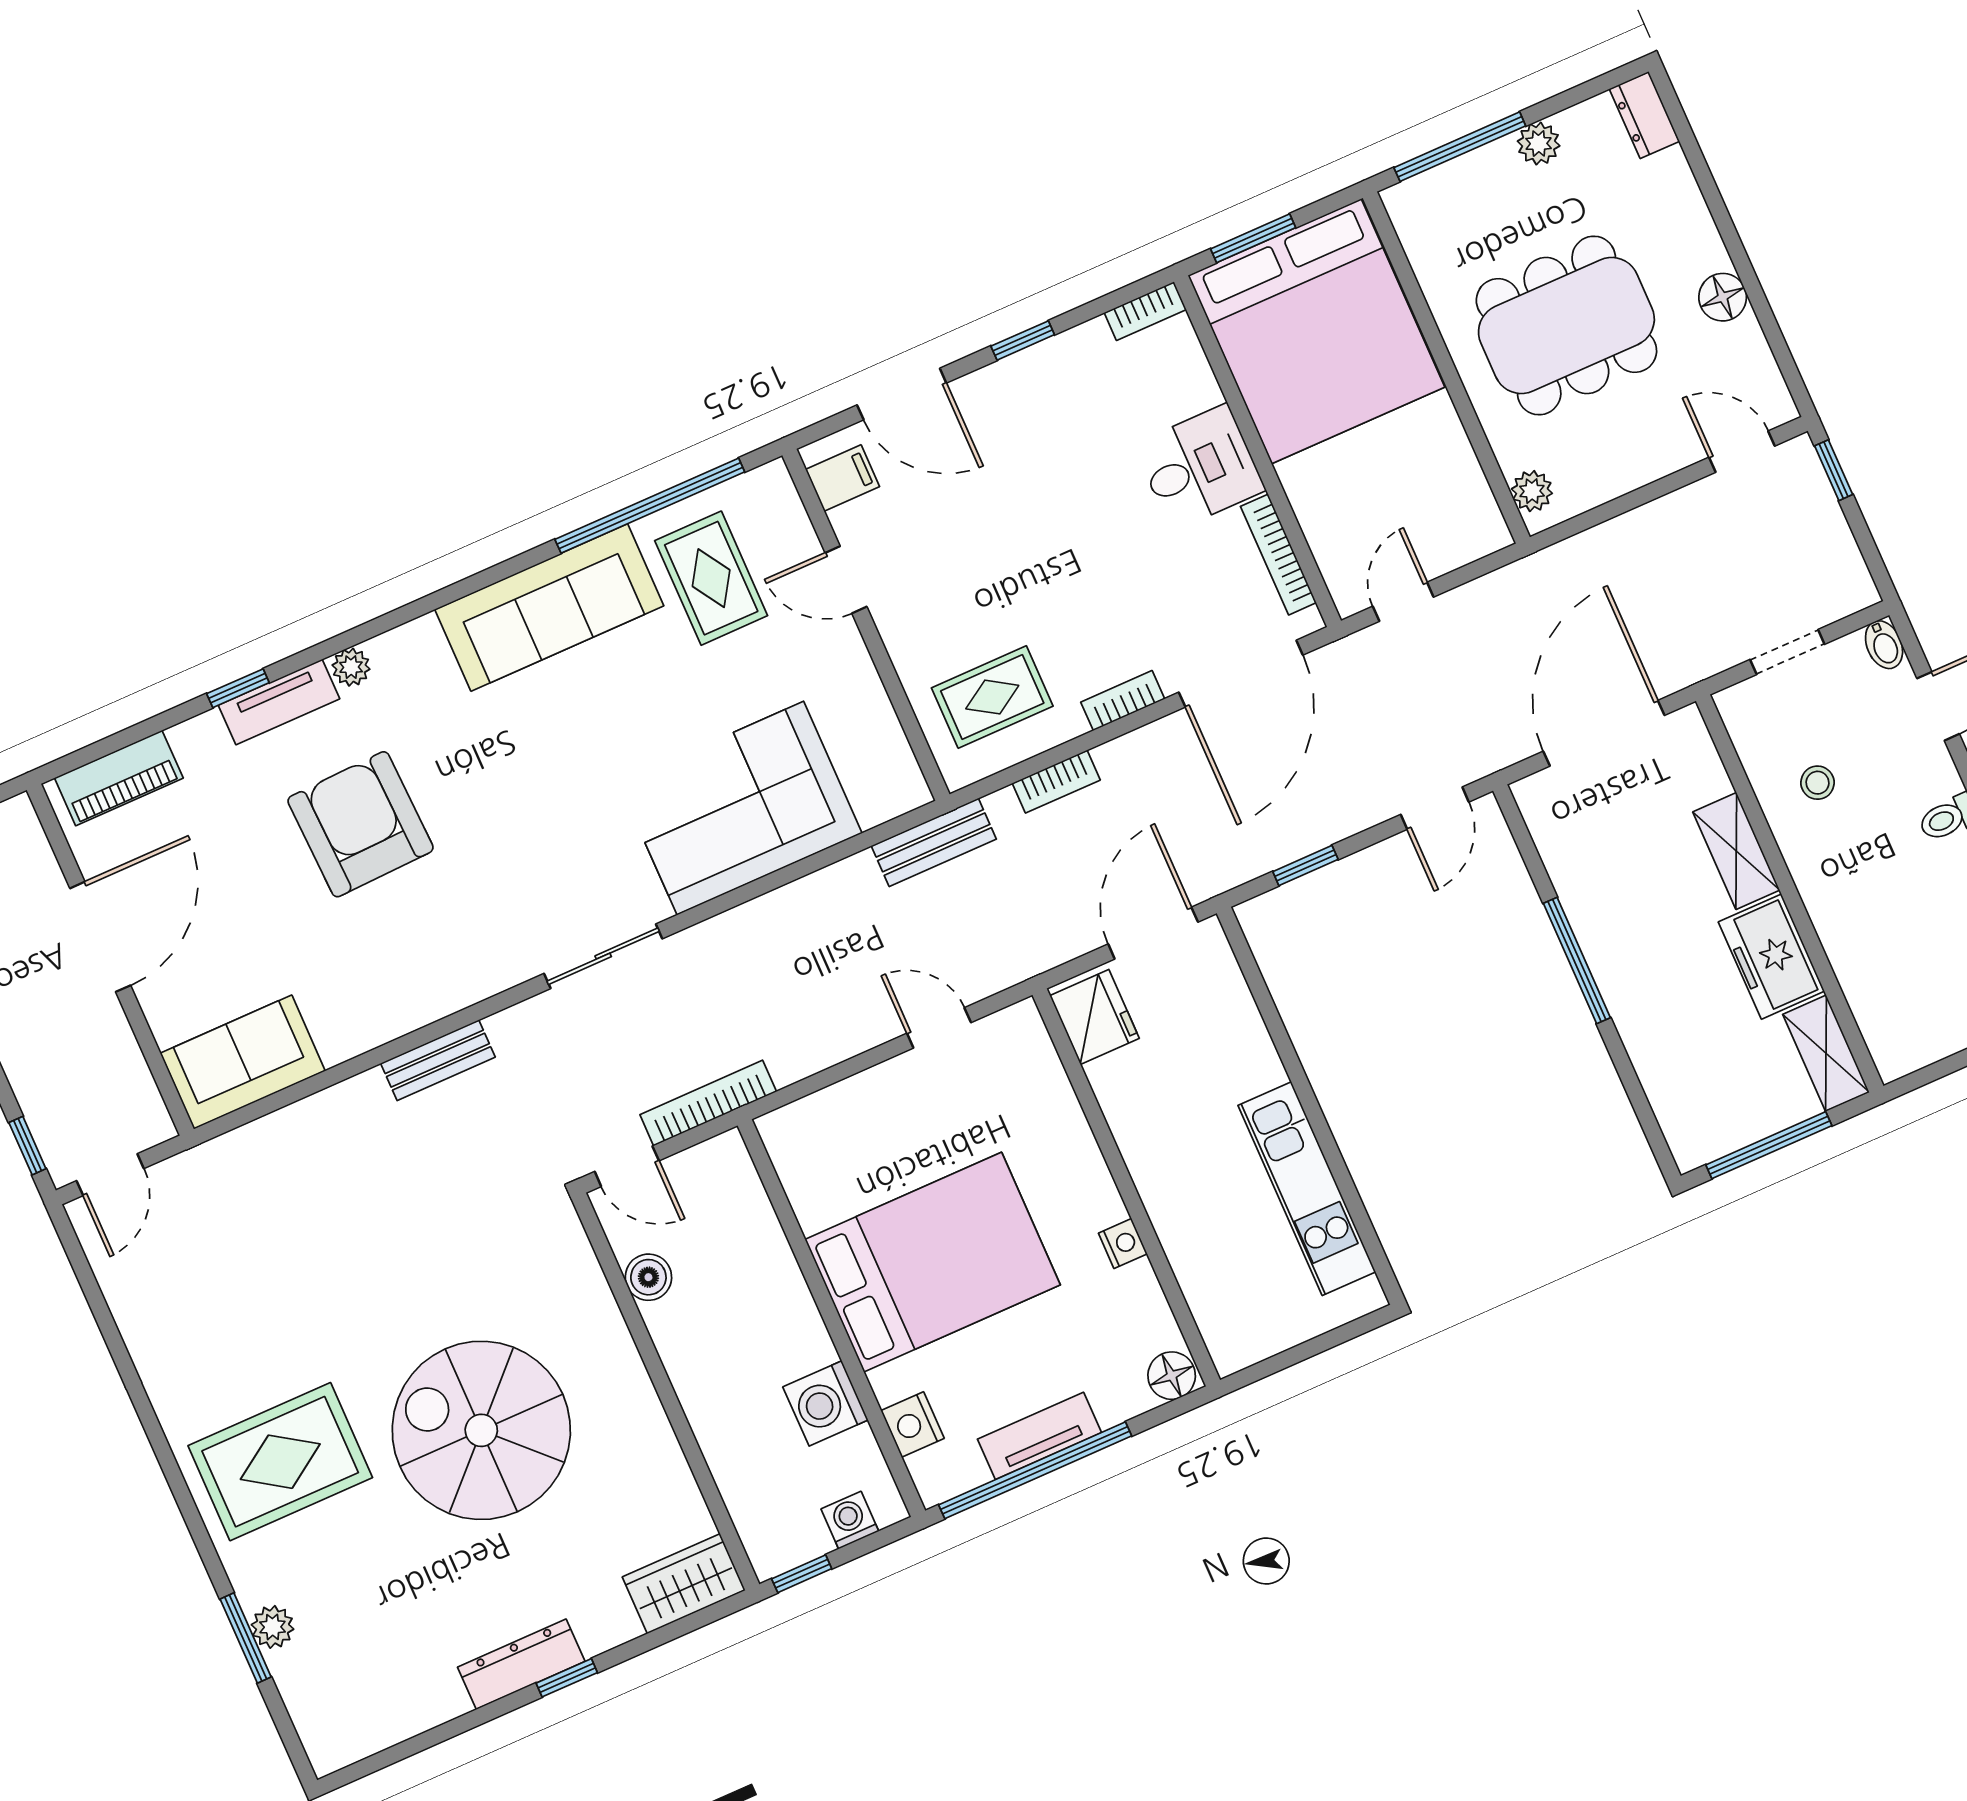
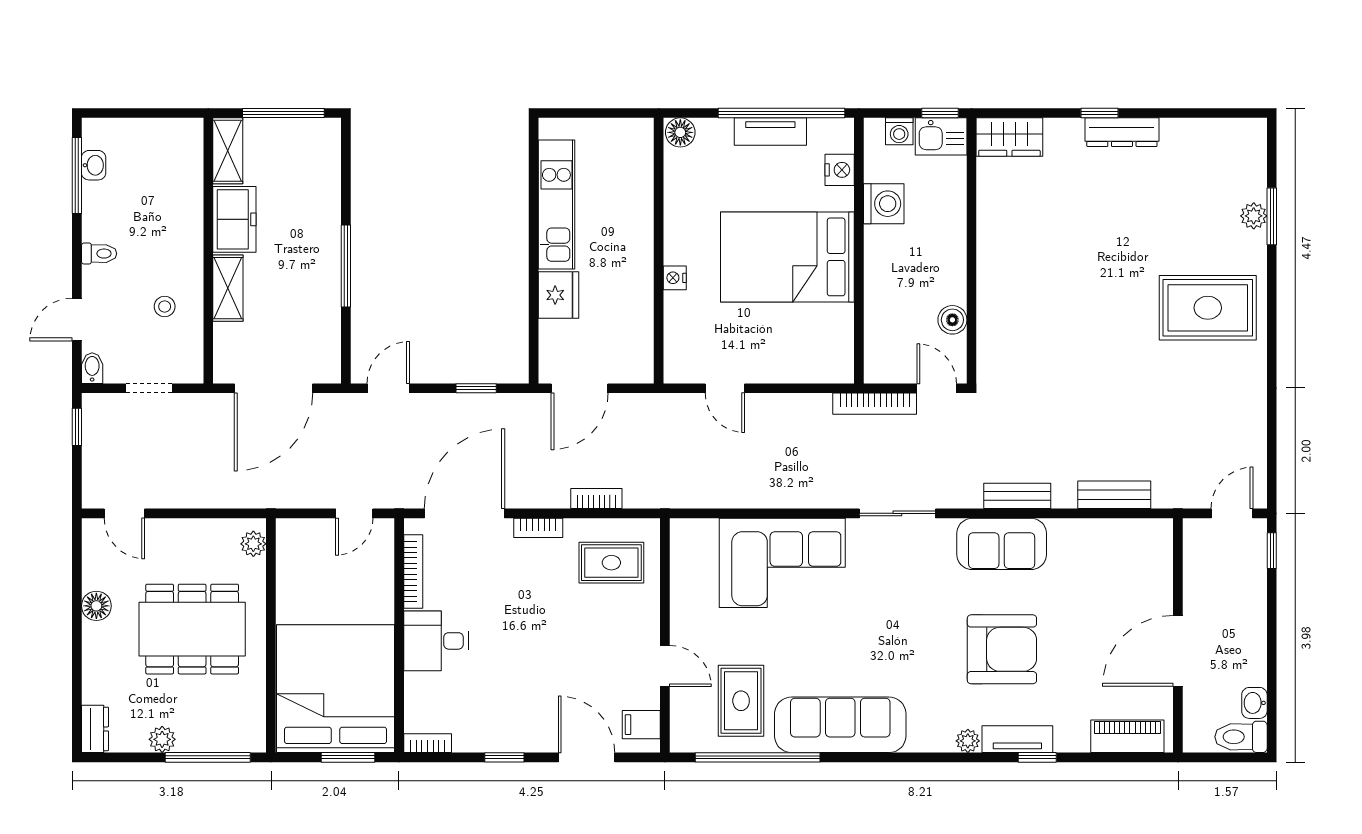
window: (1834, 470) -> (77, 427), moved
armchair: (360, 824) -> (1002, 649), turned -88
bench: (934, 842) -> (1114, 495), moved
fridge: (1094, 1017) -> (558, 295), moved, turned 180
sofa: (243, 1062) -> (1002, 544), moved
nightstand: (1123, 1244) -> (675, 278), moved
spiral stairs: (481, 1430) -> (1086, 275), removed
kitchen sink: (785, 1540) -> (941, 136), added

